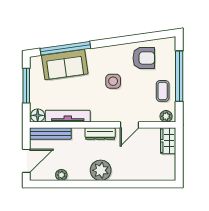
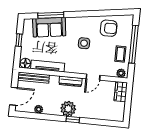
window: (65, 48) -> (51, 15), width x0.68
window: (26, 86) -> (19, 40), width x0.46
window: (108, 184) -> (73, 119), added

